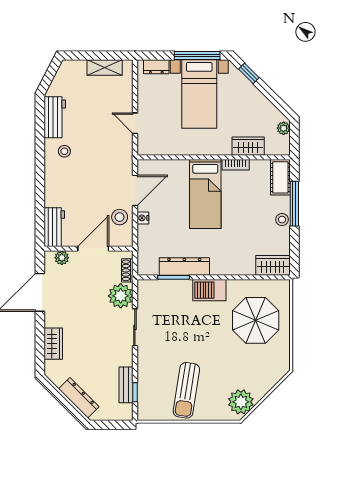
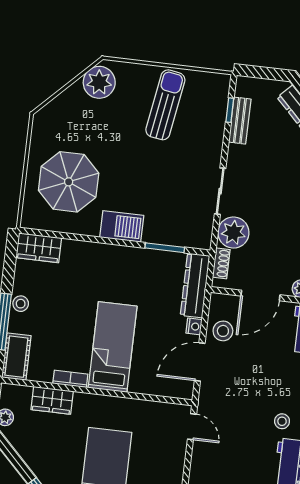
door: (135, 123) -> (192, 427), moved
dresser: (184, 266) -> (195, 285), moved, turned 90

